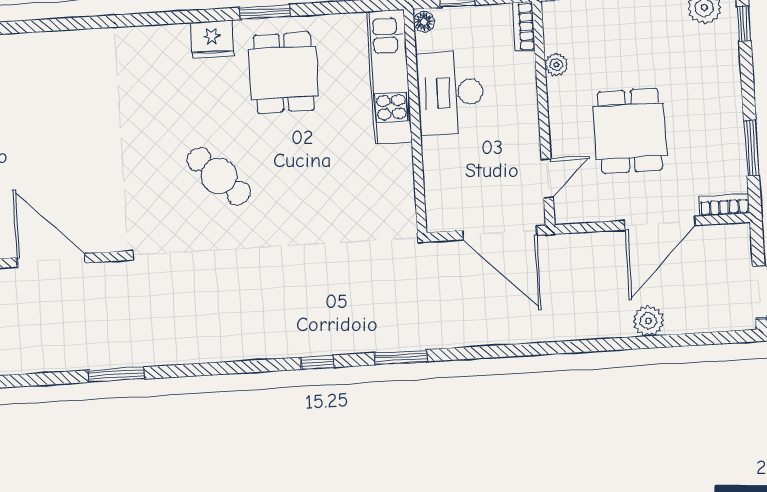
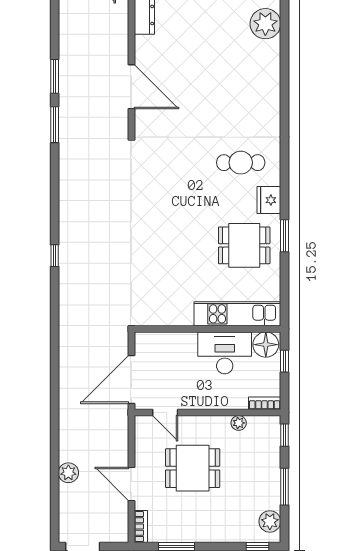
floor lamp: (424, 22) -> (266, 345), width x1.89, depth x1.89
cafe table: (219, 176) -> (241, 163), moved, turned 46
door: (660, 223) -> (132, 484), width x0.73
door: (51, 260) -> (132, 87), hinge flipped
window: (401, 357) -> (55, 76), moved

